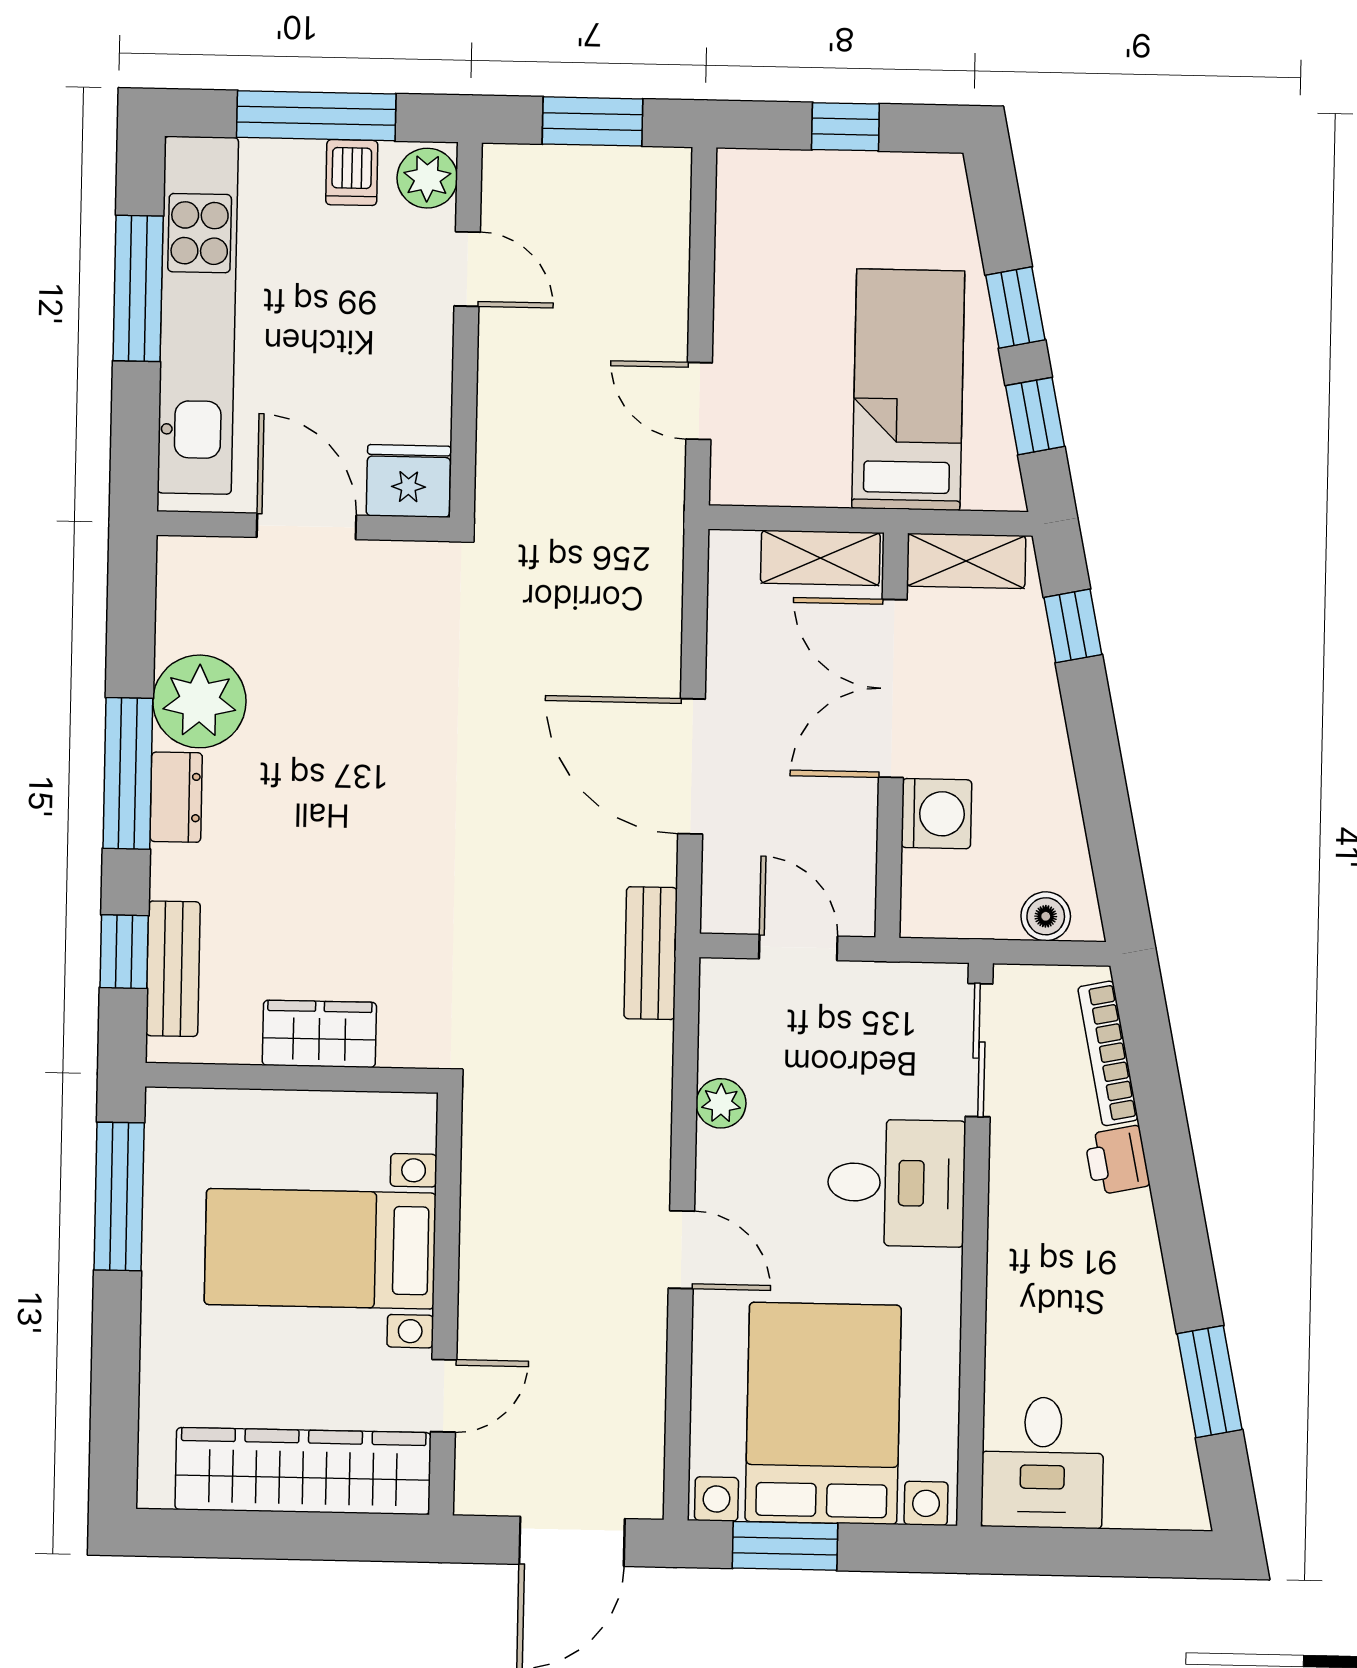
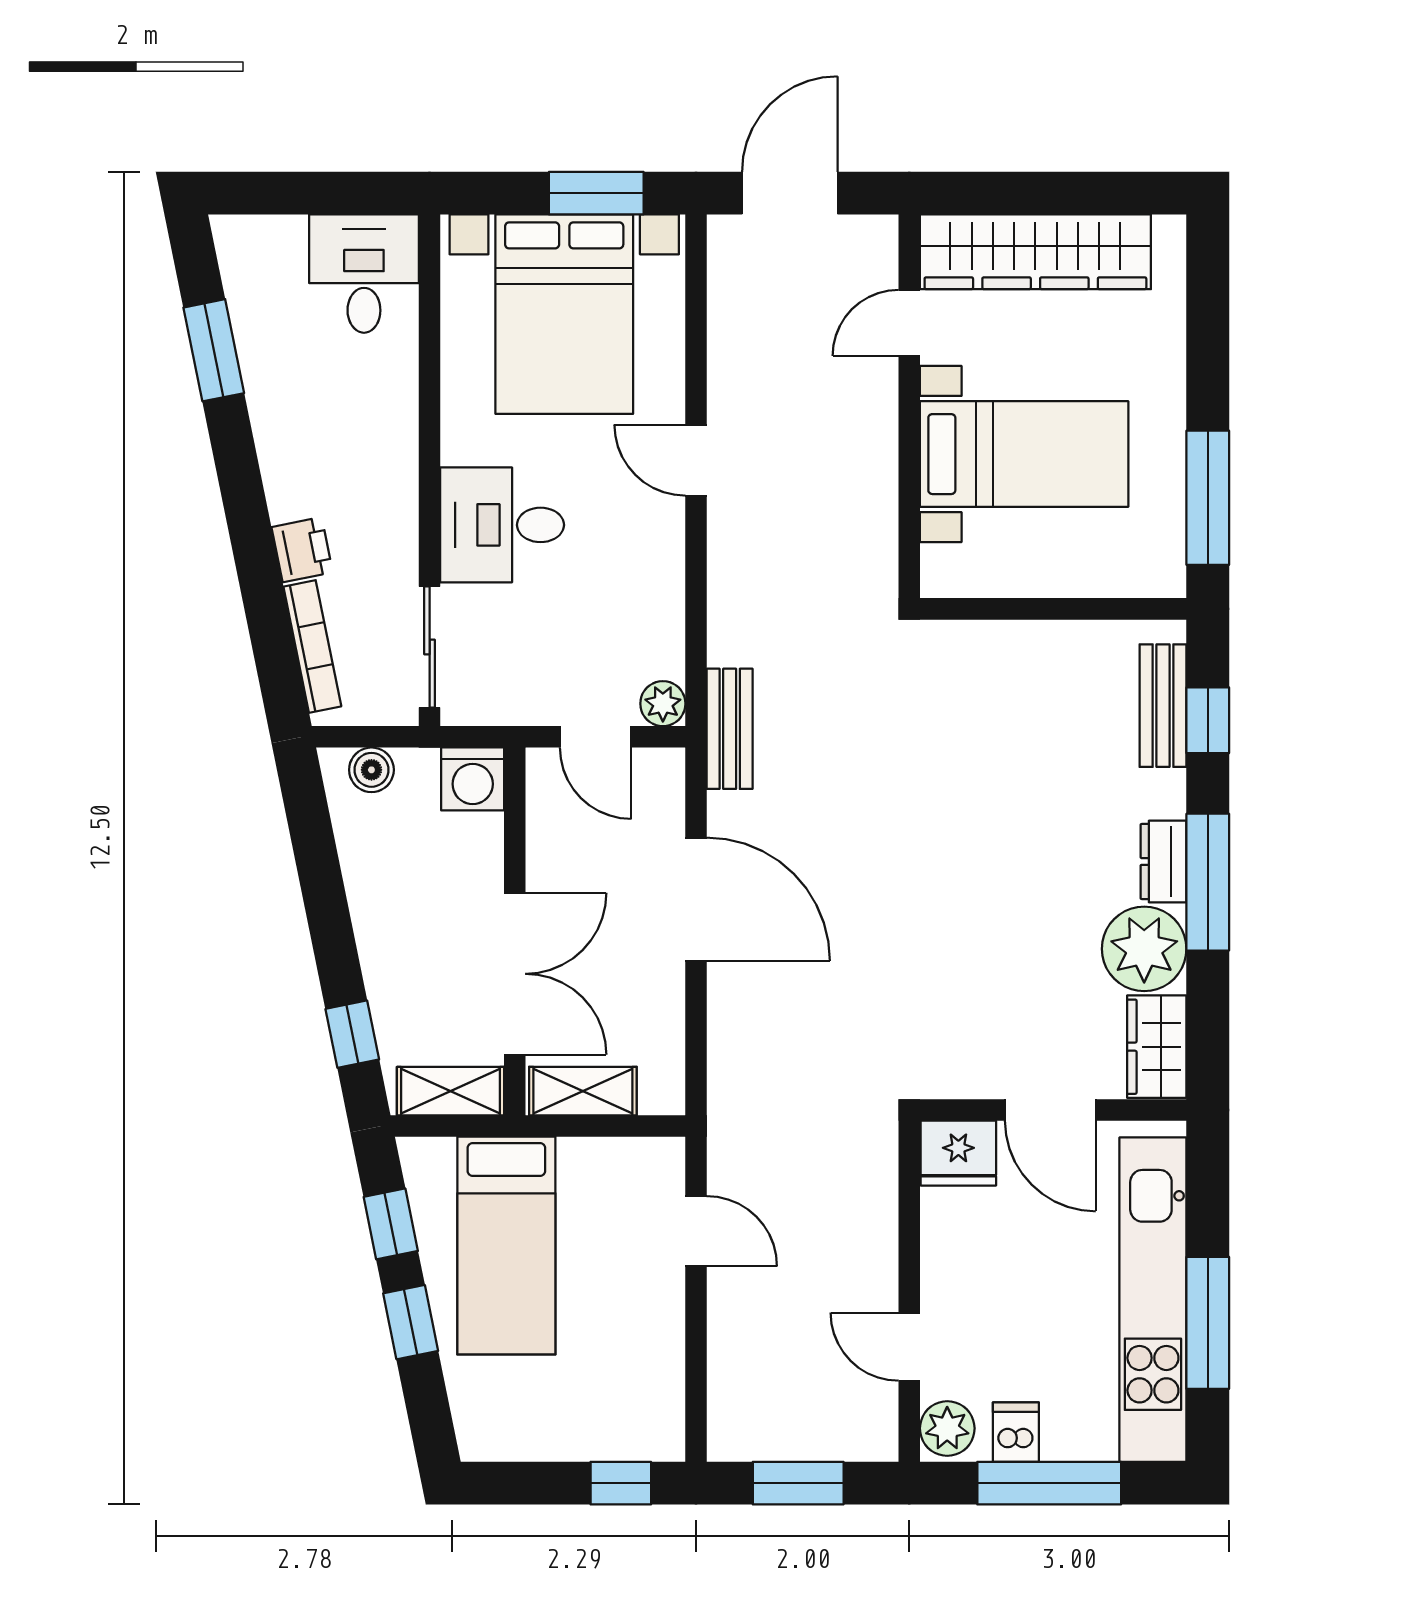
window: (845, 127) -> (621, 1483), moved
washing machine: (936, 814) -> (473, 779), moved, turned -90
wardrobe: (319, 1034) -> (1157, 1047), moved, turned 90
plant: (721, 1103) -> (663, 704), moved

